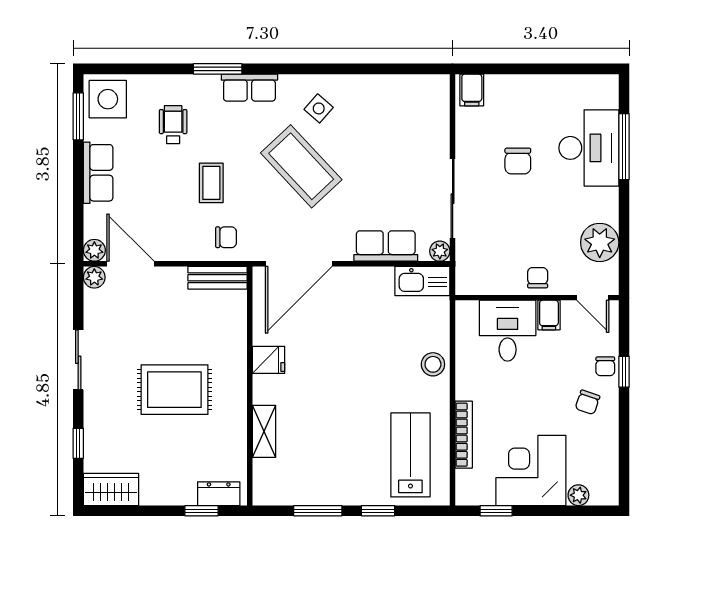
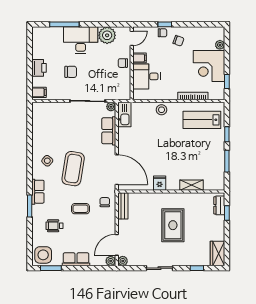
printer: (527, 90) -> (39, 68), added
desk: (589, 148) -> (81, 40), moved
coffee table: (301, 166) -> (73, 169), turned -38

